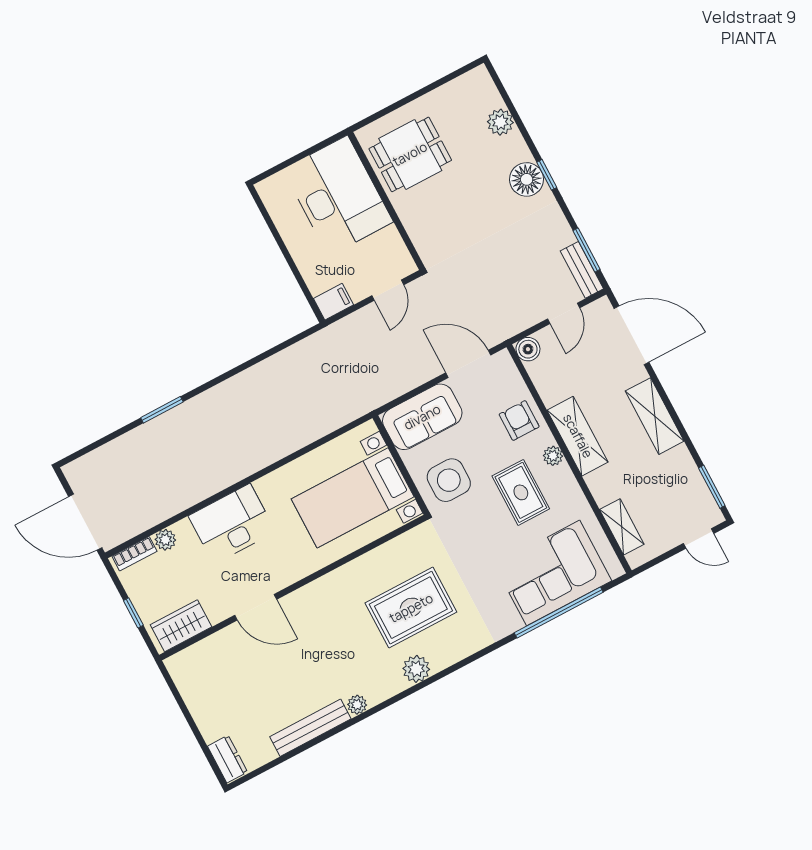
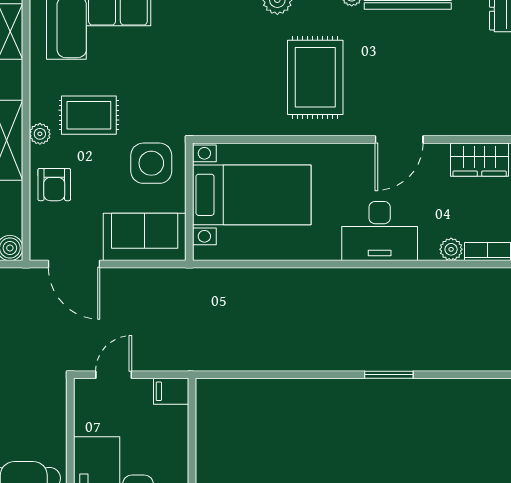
rug: (521, 492) -> (89, 115), turned 90
door: (256, 607) -> (399, 140), swing flipped
rug: (411, 608) -> (315, 77), moved, turned 90

